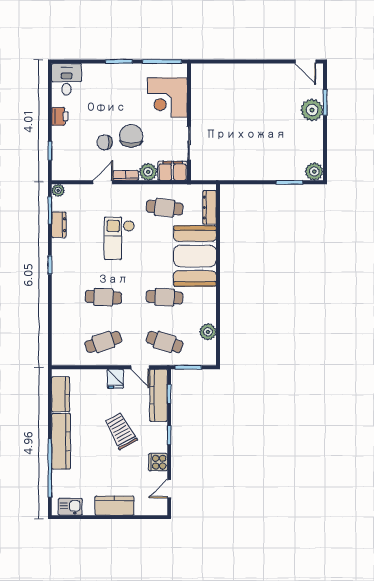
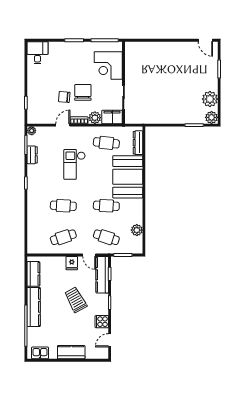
plant: (312, 110) -> (210, 99), moved
printer: (60, 116) -> (33, 79), removed

